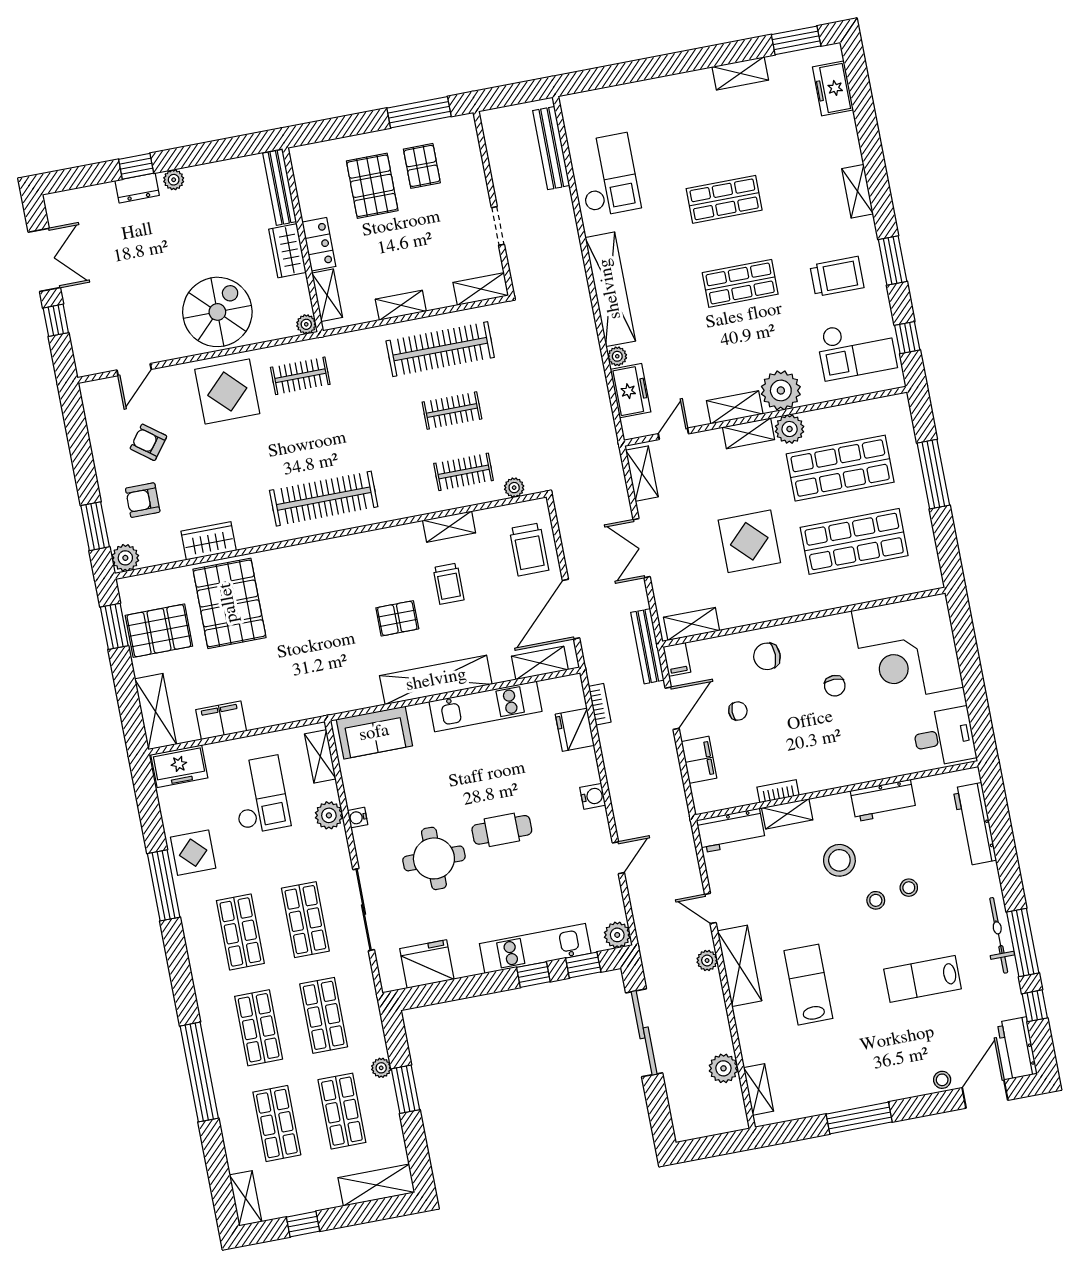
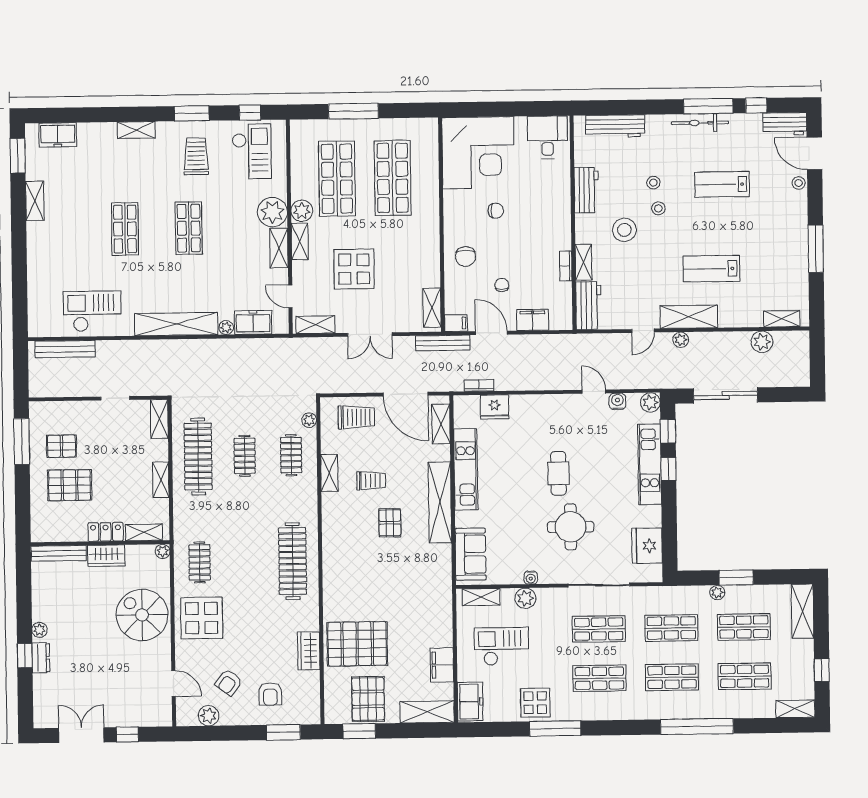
display table: (749, 541) -> (354, 269), moved
plant: (125, 558) -> (209, 716), moved
water cooler: (593, 796) -> (617, 401), moved
lab bench: (923, 979) -> (722, 184), turned 90

